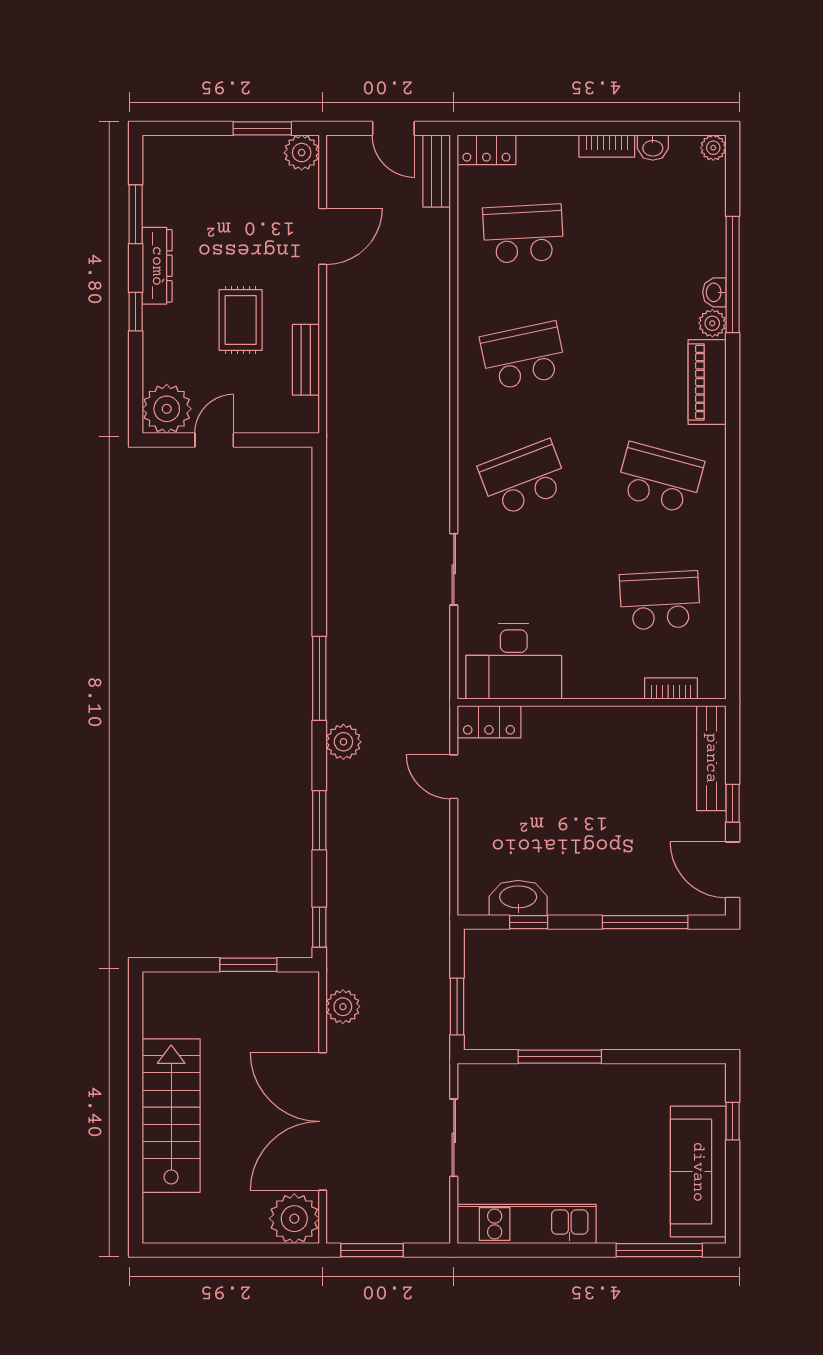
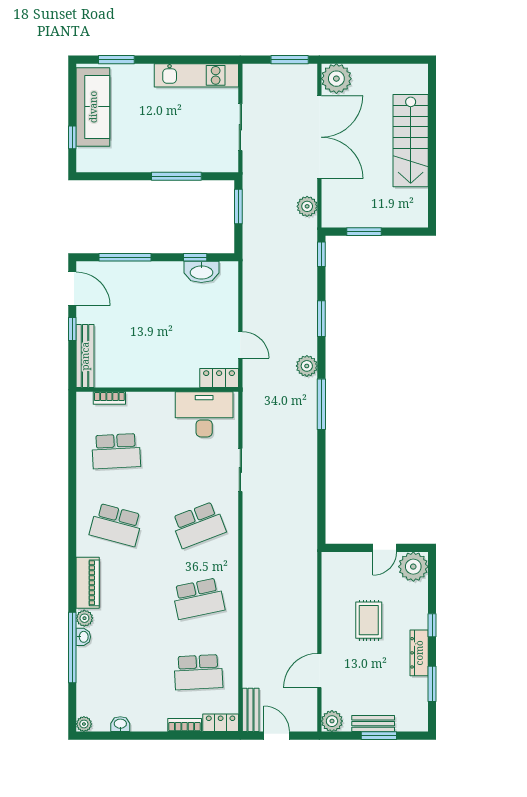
window: (262, 128) -> (379, 736), moved
bookcase: (607, 146) -> (185, 725), moved
bench: (306, 360) -> (373, 724), moved, turned 90
window: (659, 1250) -> (116, 60), width x0.69

